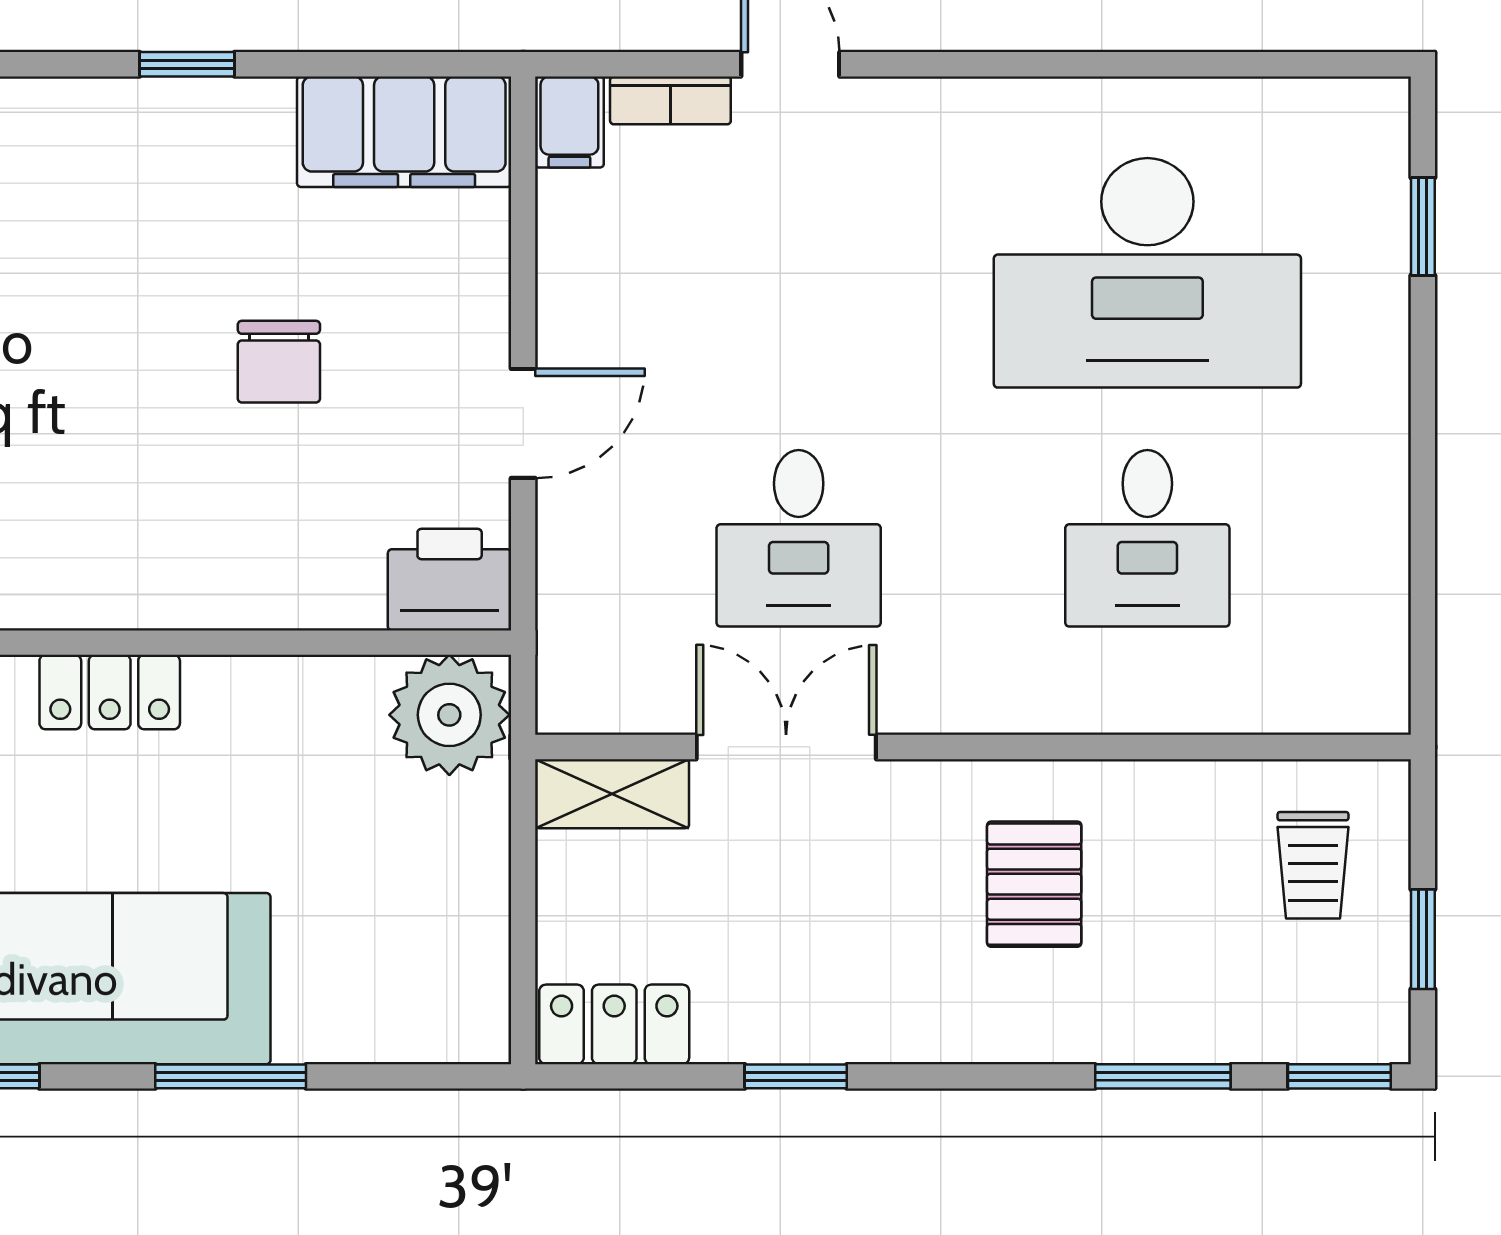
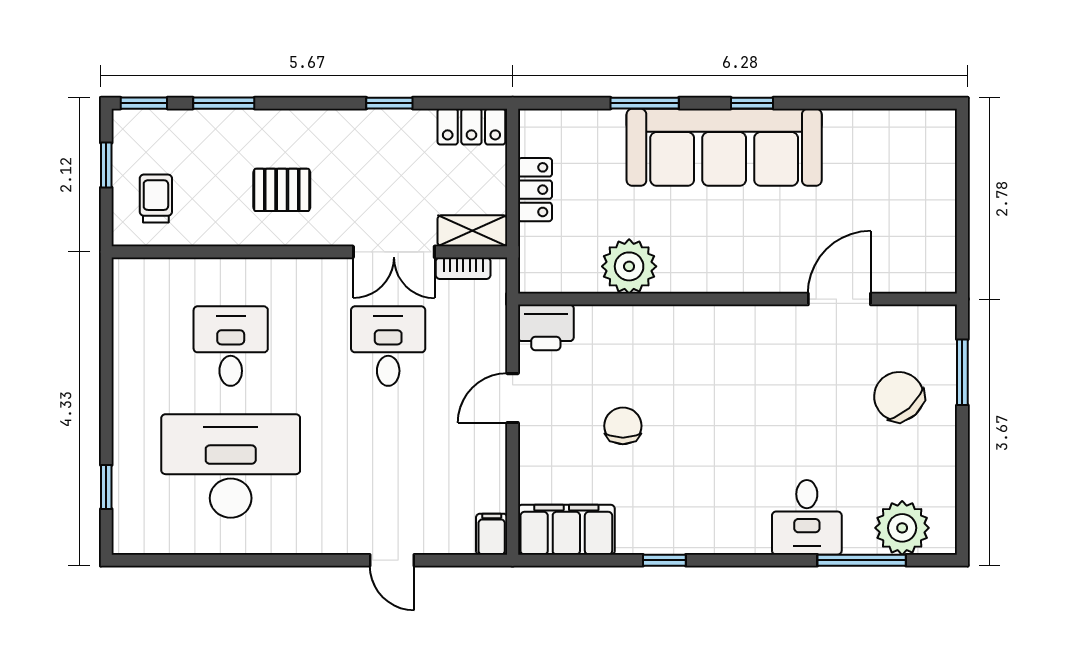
bookcase: (670, 100) -> (463, 268), moved, turned 180
locker: (110, 692) -> (535, 190), moved, turned 90
plant: (449, 715) -> (629, 266), moved
pallet: (1034, 884) -> (282, 190), turned 90

